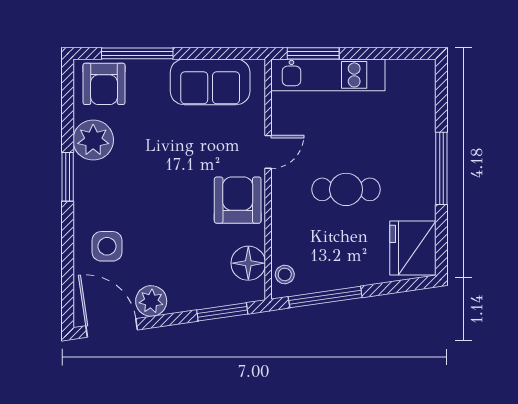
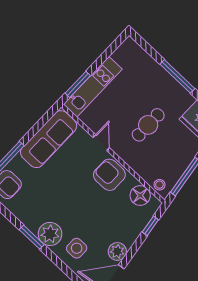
sofa: (210, 82) -> (49, 139), width x1.36
plant: (93, 140) -> (50, 234), moved
window: (222, 312) -> (150, 226), width x0.67

